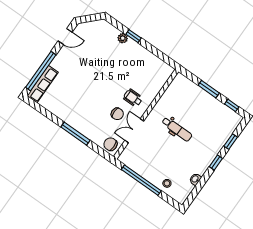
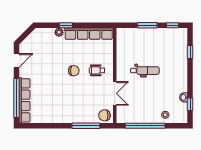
row of seats: (149, 59) -> (89, 34), added
row of seats: (43, 84) -> (24, 100), width x1.36
chair: (117, 114) -> (74, 71), moved
double door: (134, 131) -> (115, 93), swing flipped
window: (75, 134) -> (86, 126), moved
window: (216, 163) -> (190, 104), moved

